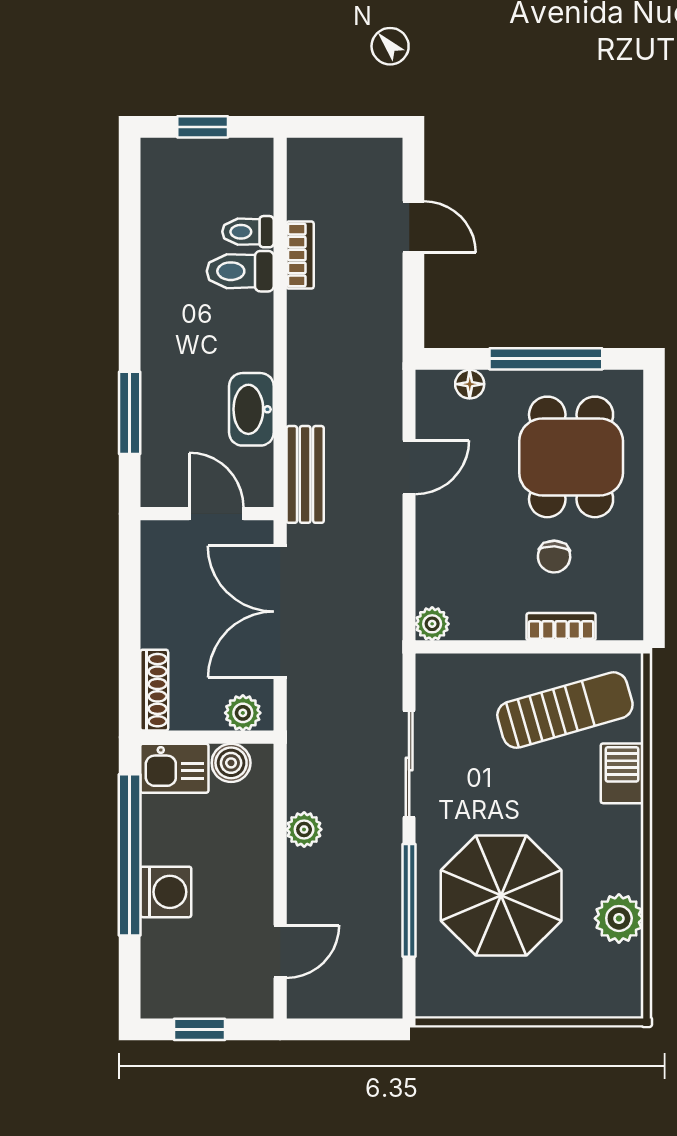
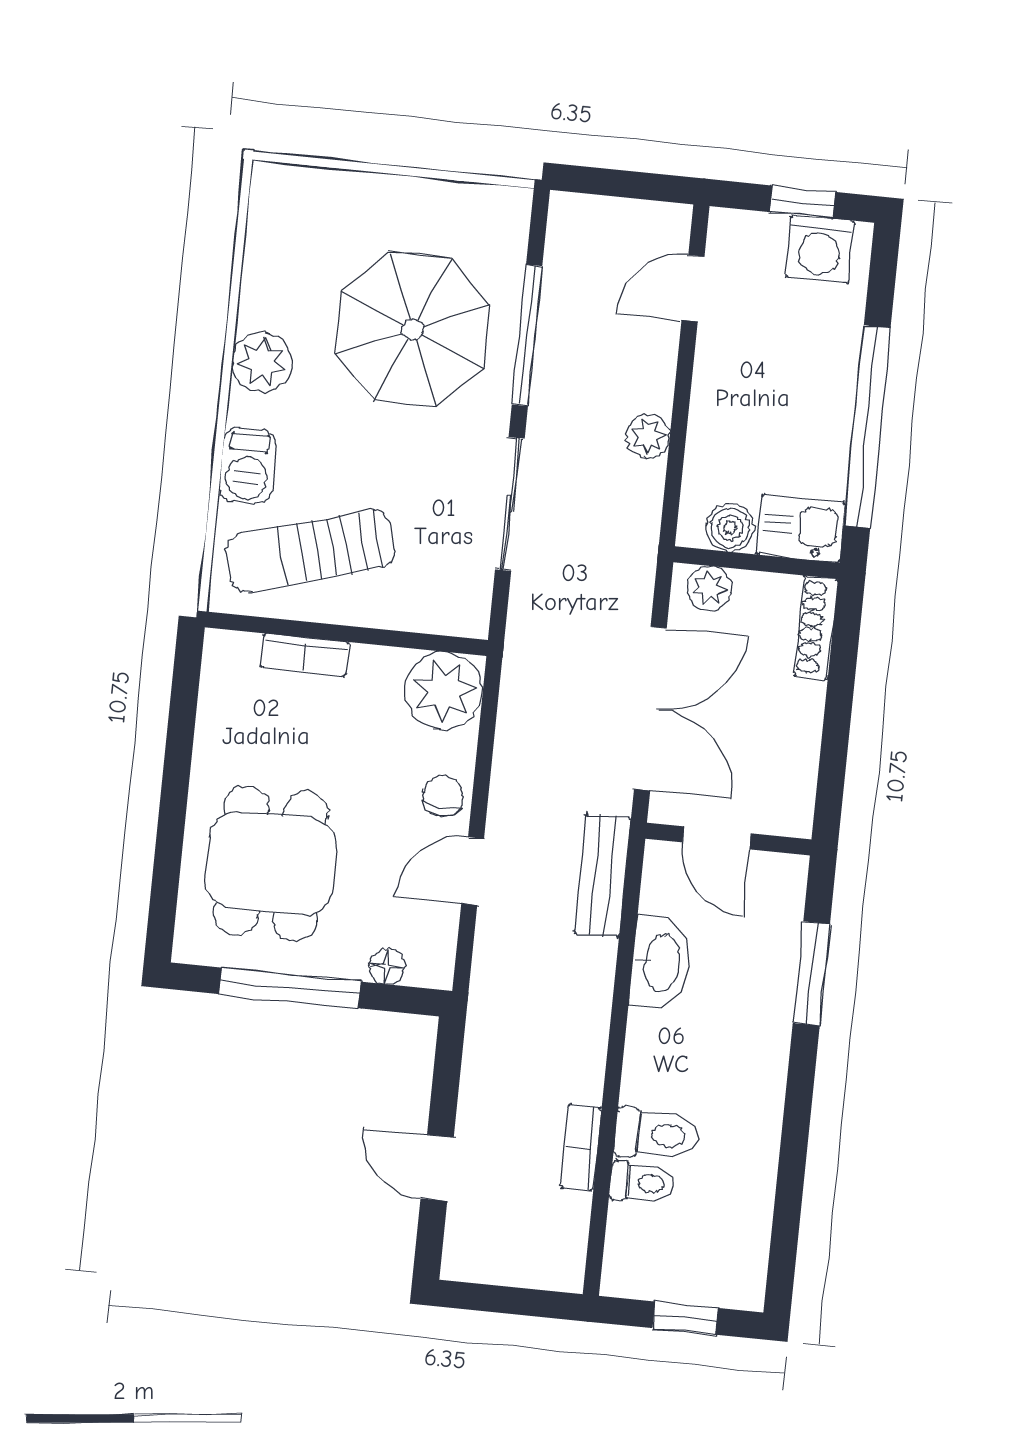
chair: (554, 557) -> (443, 796), moved
plant: (432, 624) -> (444, 691), width x1.88, depth x1.88
washing machine: (166, 892) -> (820, 249), moved, turned -90
plant: (619, 918) -> (262, 362), moved

